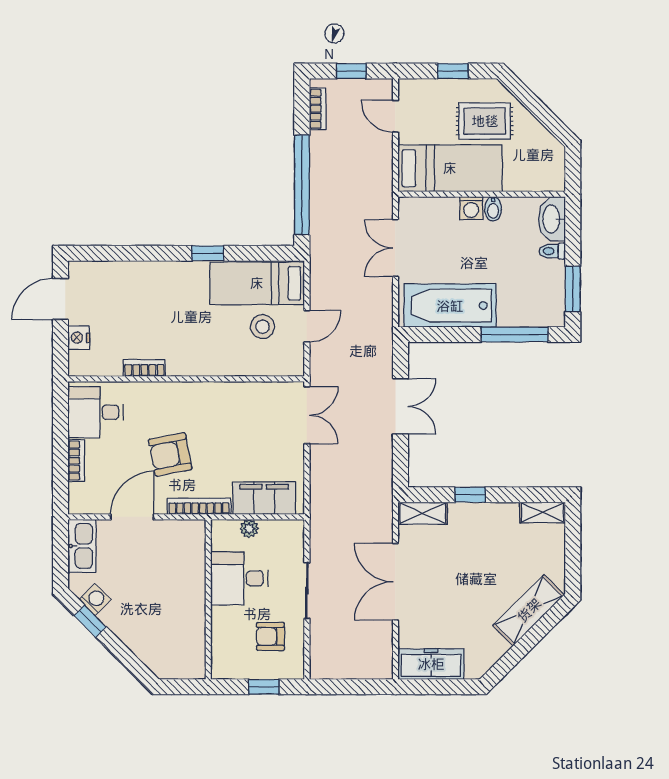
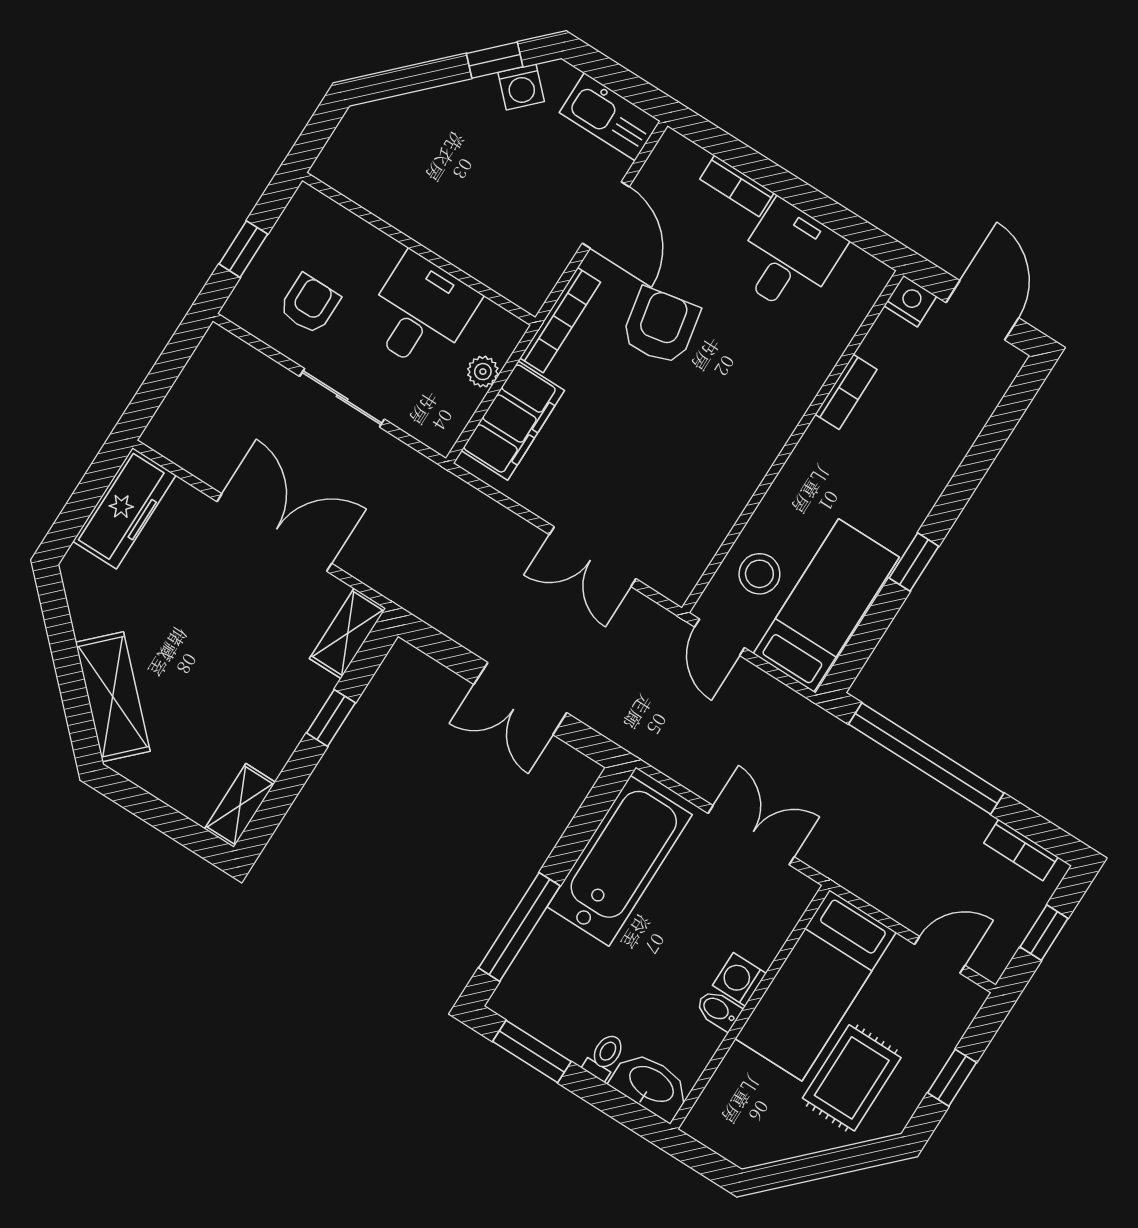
bookcase: (144, 368) -> (846, 392), moved
wall: (186, 379) -> (793, 442), moved

